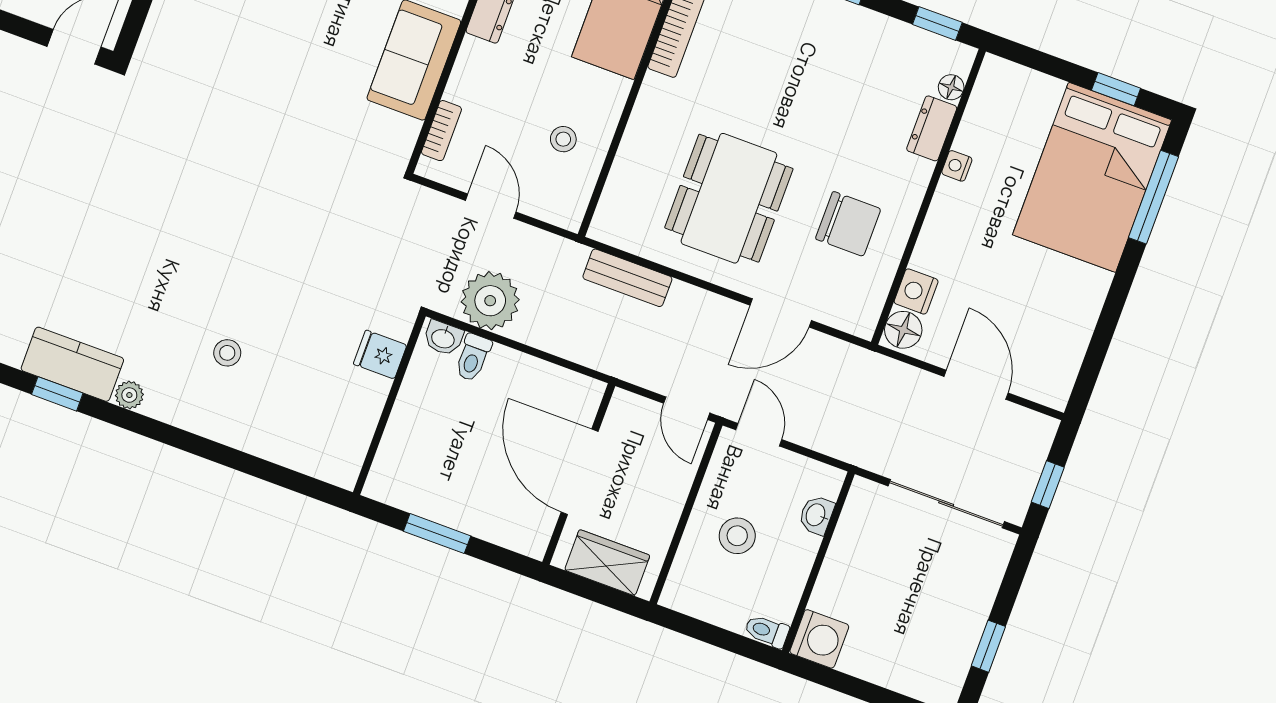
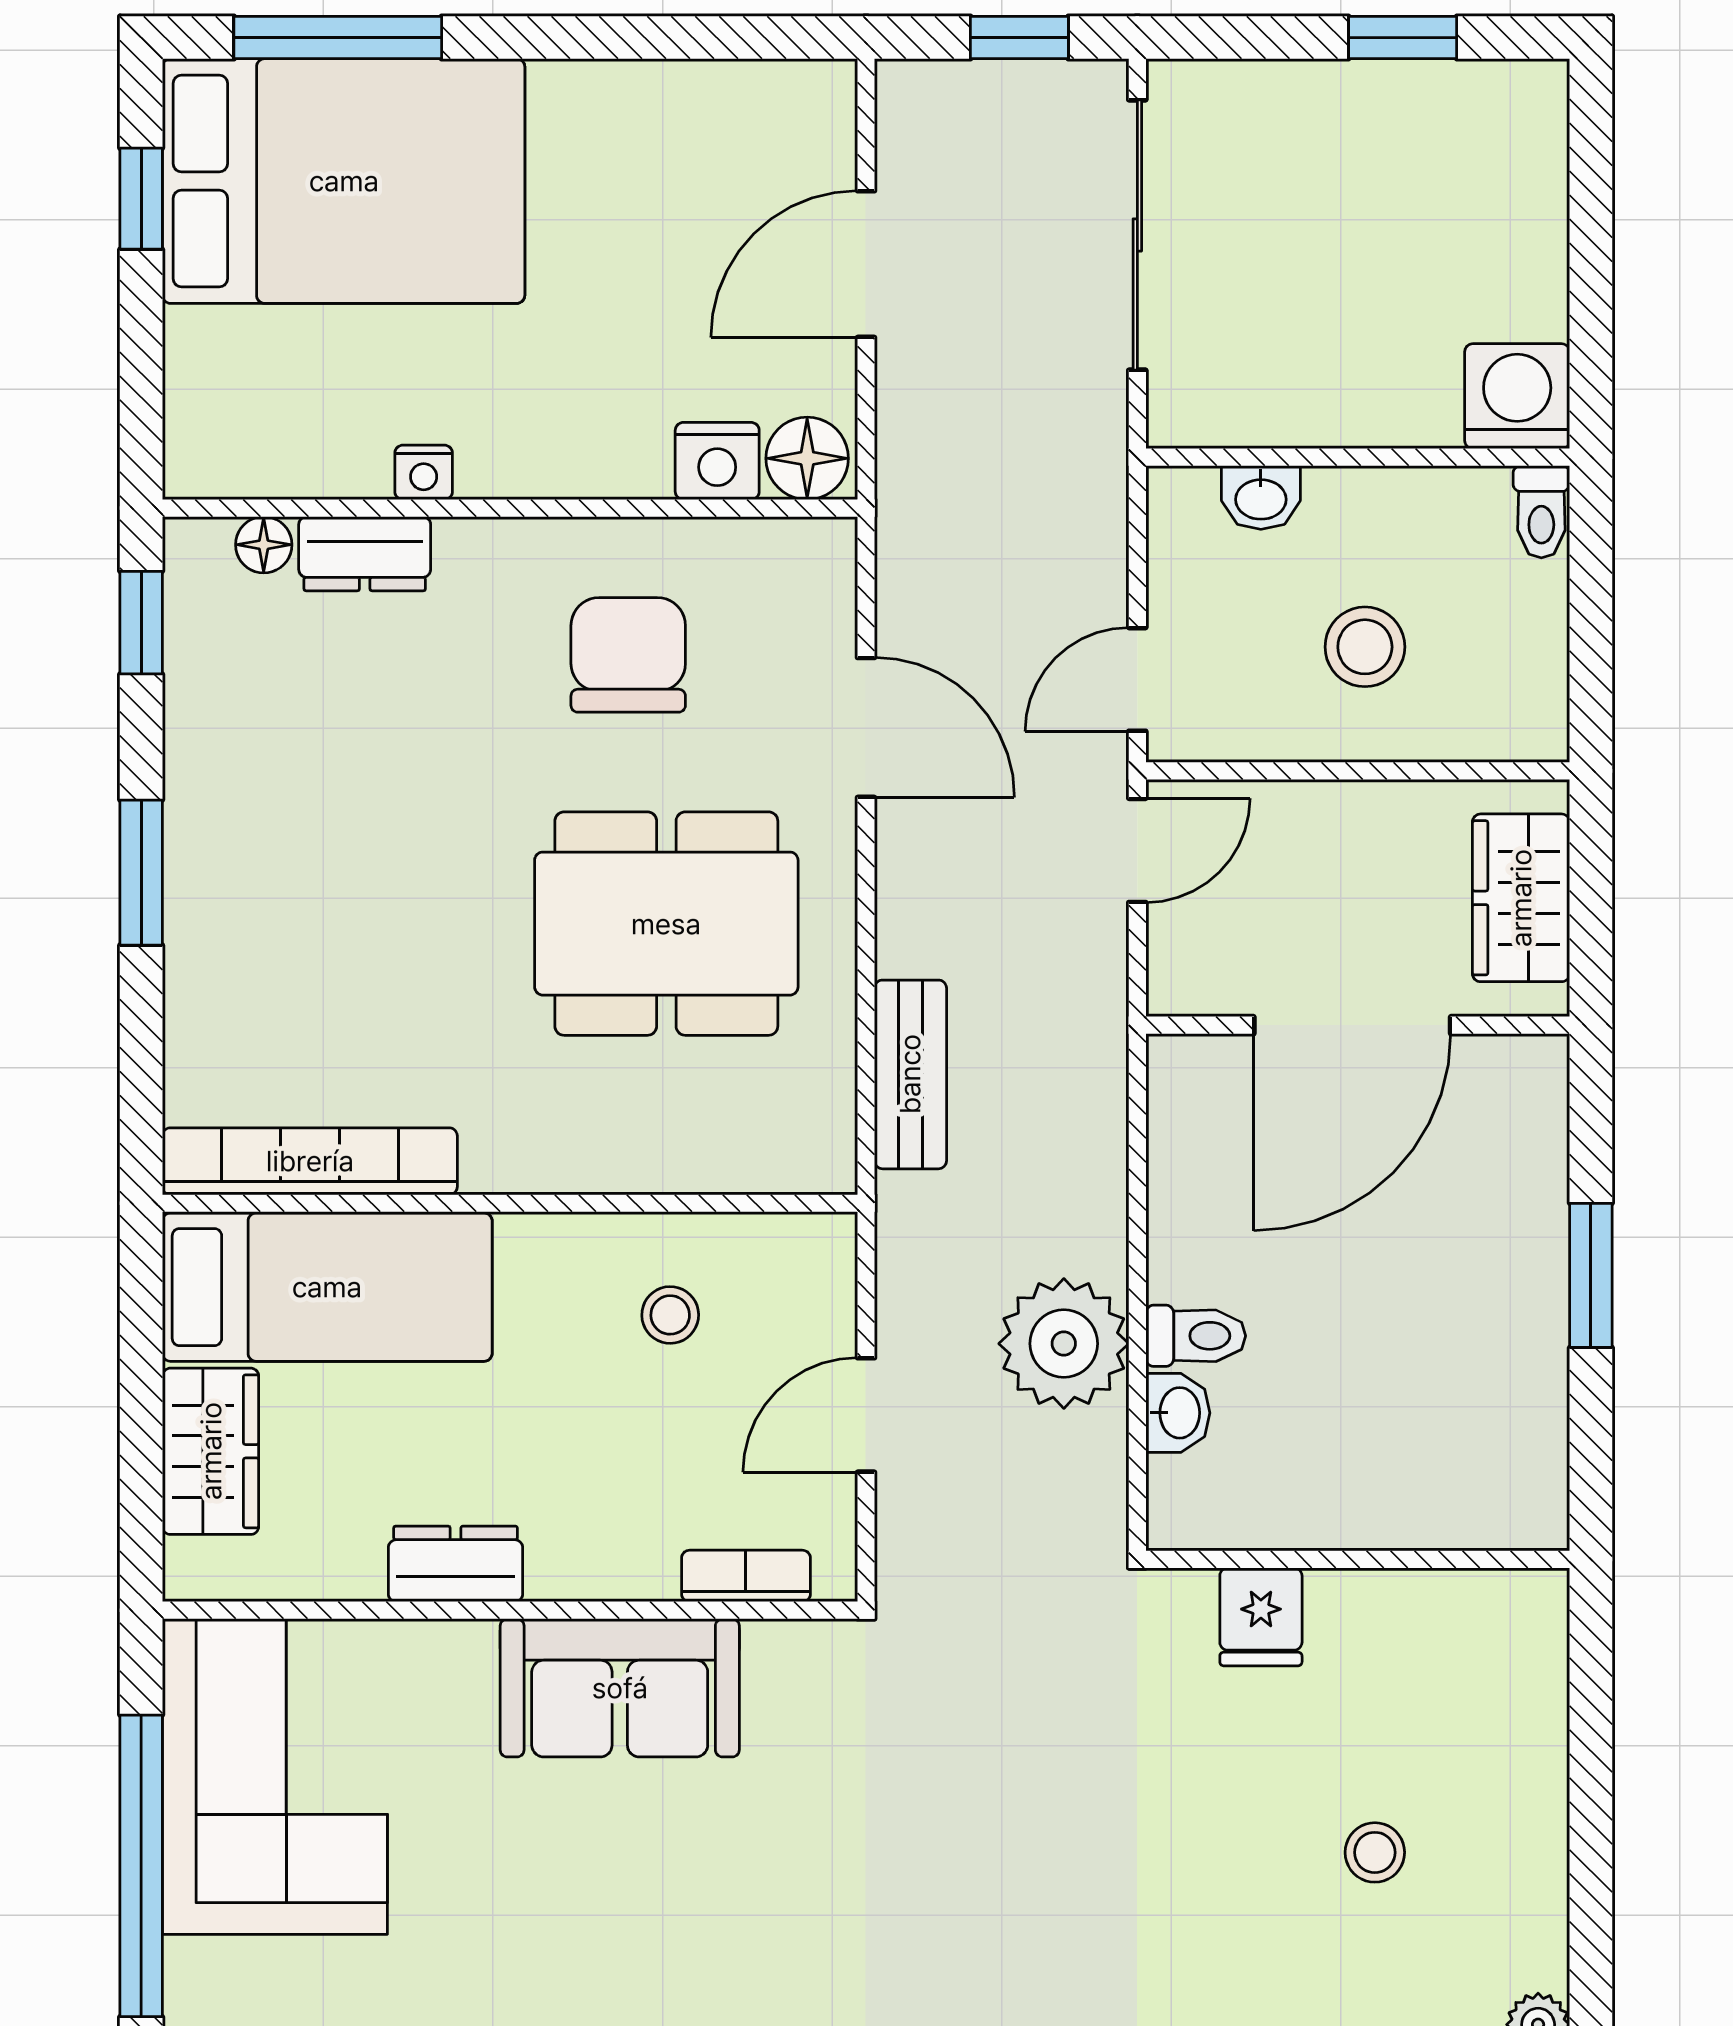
fridge: (380, 355) -> (1261, 1617), moved
wall: (389, 404) -> (1358, 1559), moved

